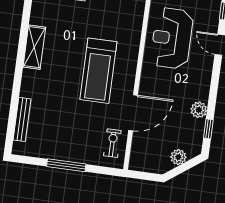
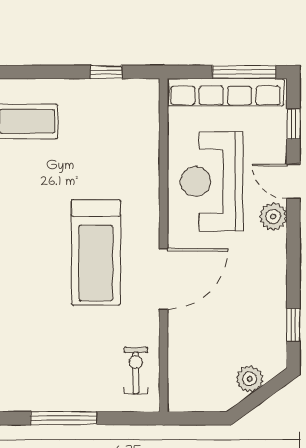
plant: (199, 110) -> (273, 216), moved
door: (133, 113) -> (164, 279), moved

